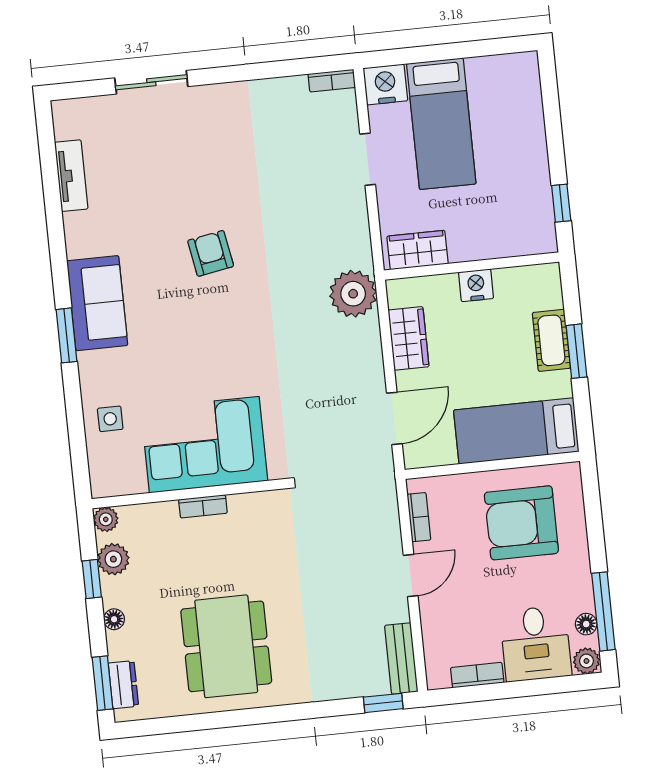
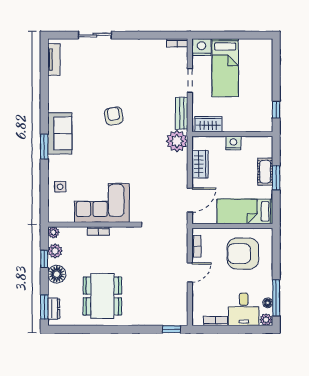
tv unit: (71, 176) -> (54, 60), moved
floor lamp: (114, 619) -> (57, 274), width x1.89, depth x1.89
bench: (401, 658) -> (182, 113), moved

